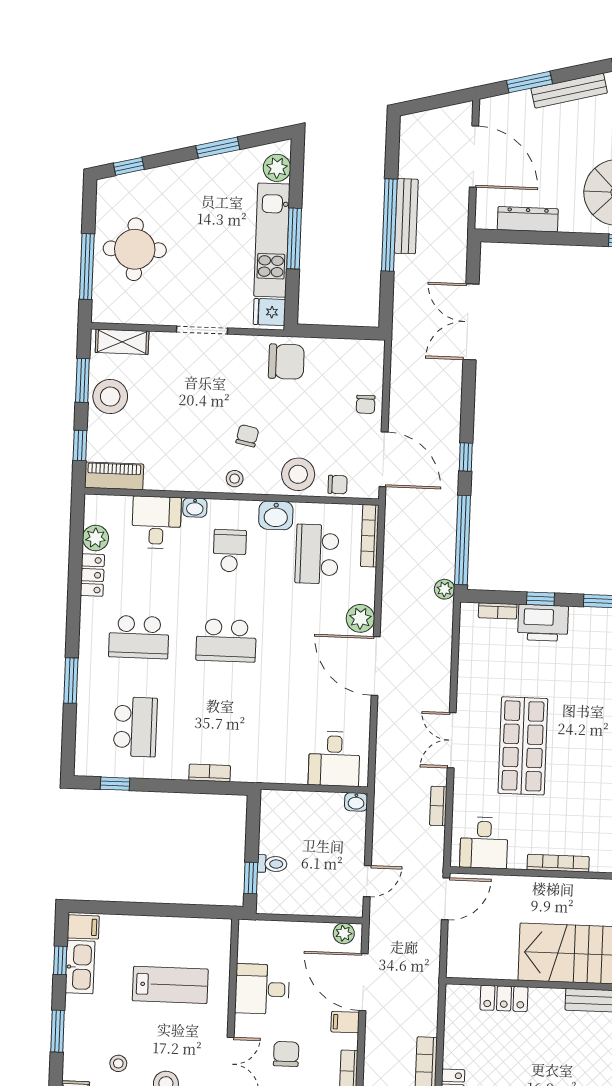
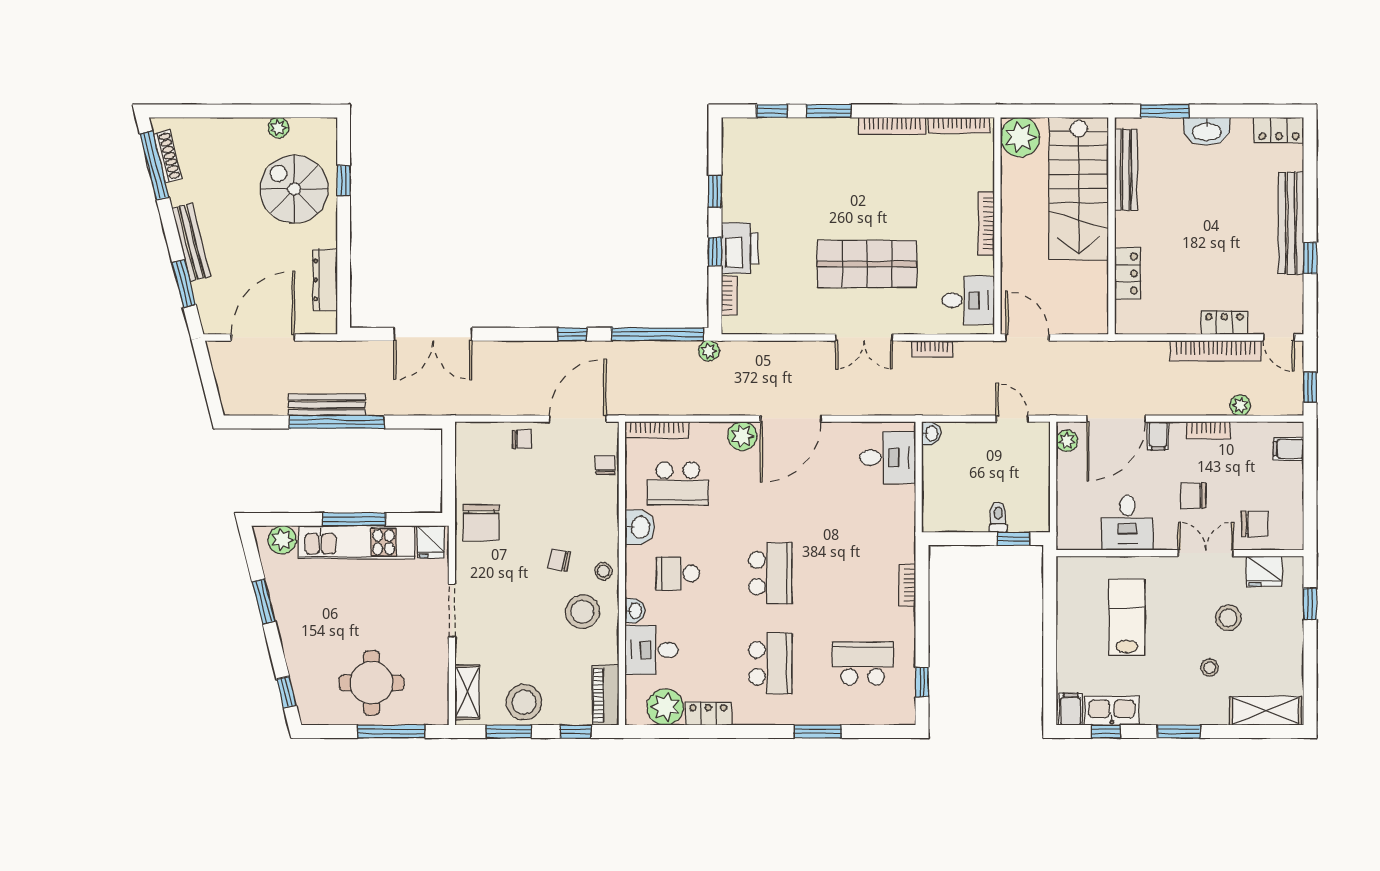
chair: (286, 362) -> (481, 523), turned 180
stool: (298, 474) -> (582, 612), moved
plant: (96, 538) -> (665, 707), width x1.36, depth x1.36

